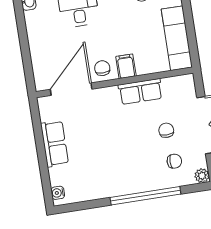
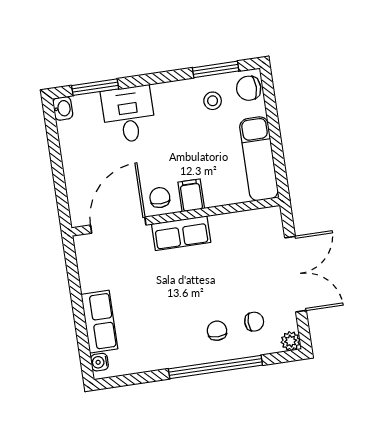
row of seats: (140, 91) -> (181, 233), moved
chair: (166, 130) -> (217, 331), moved
row of seats: (55, 144) -> (99, 322), moved

